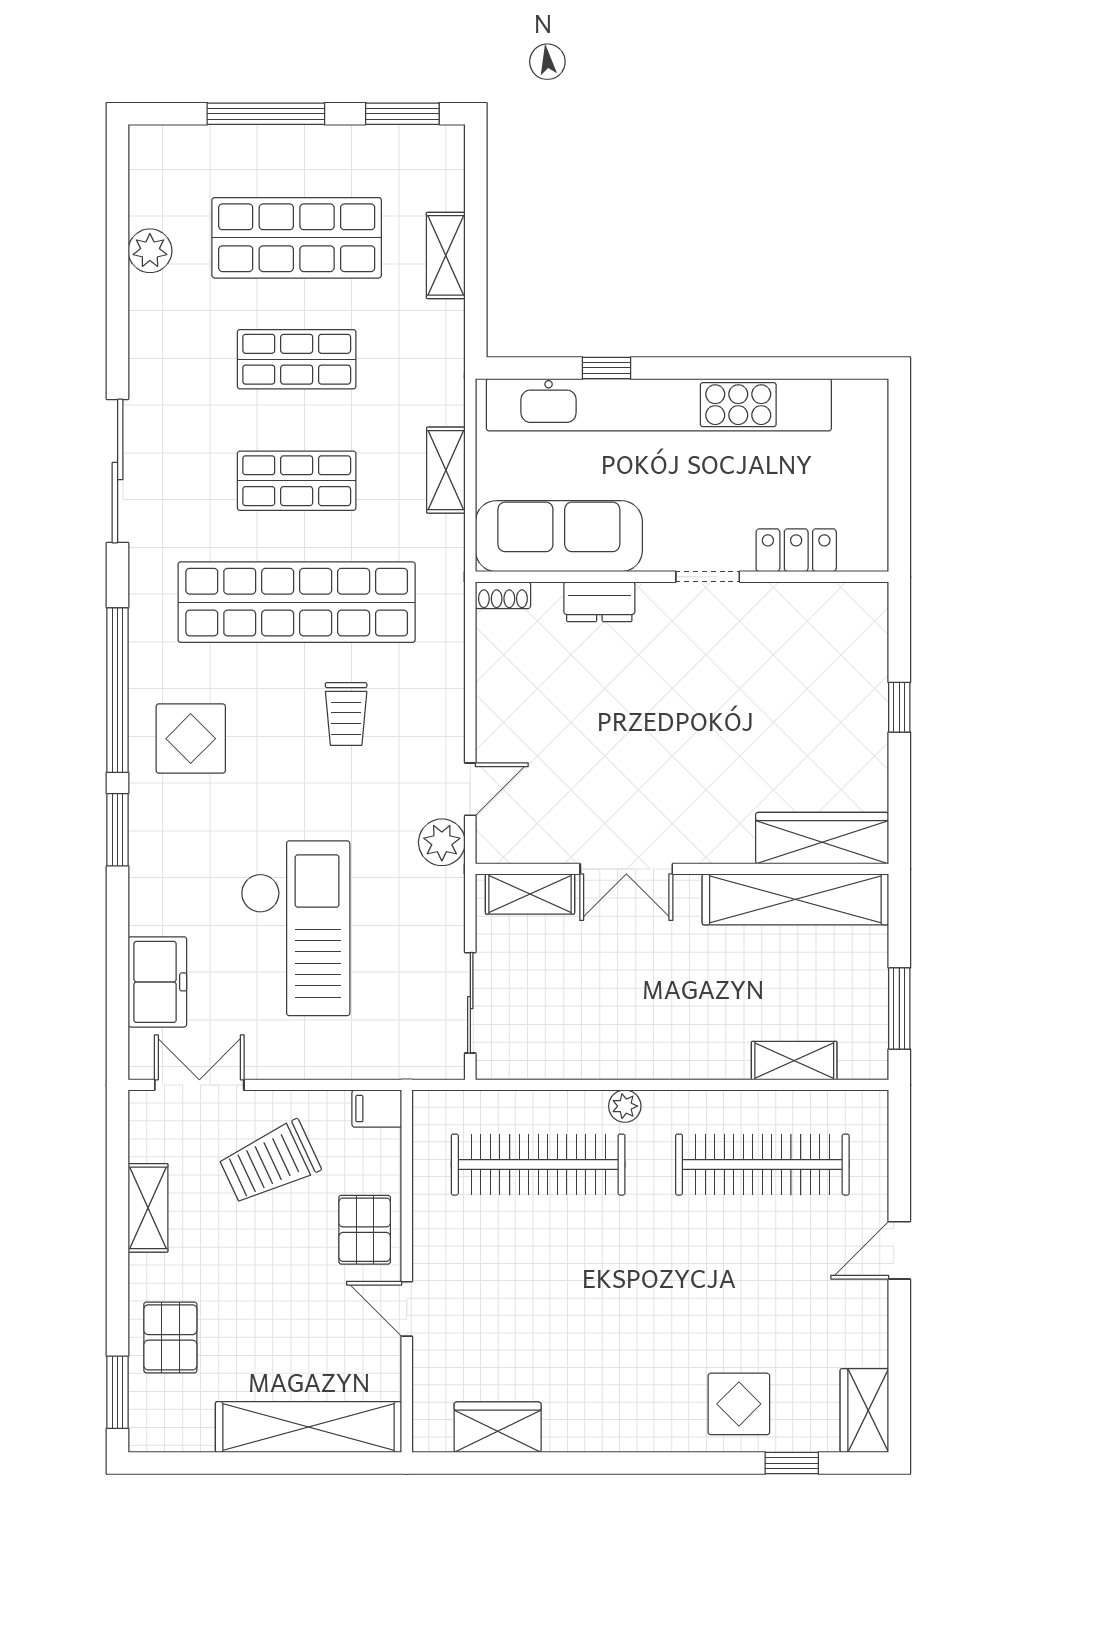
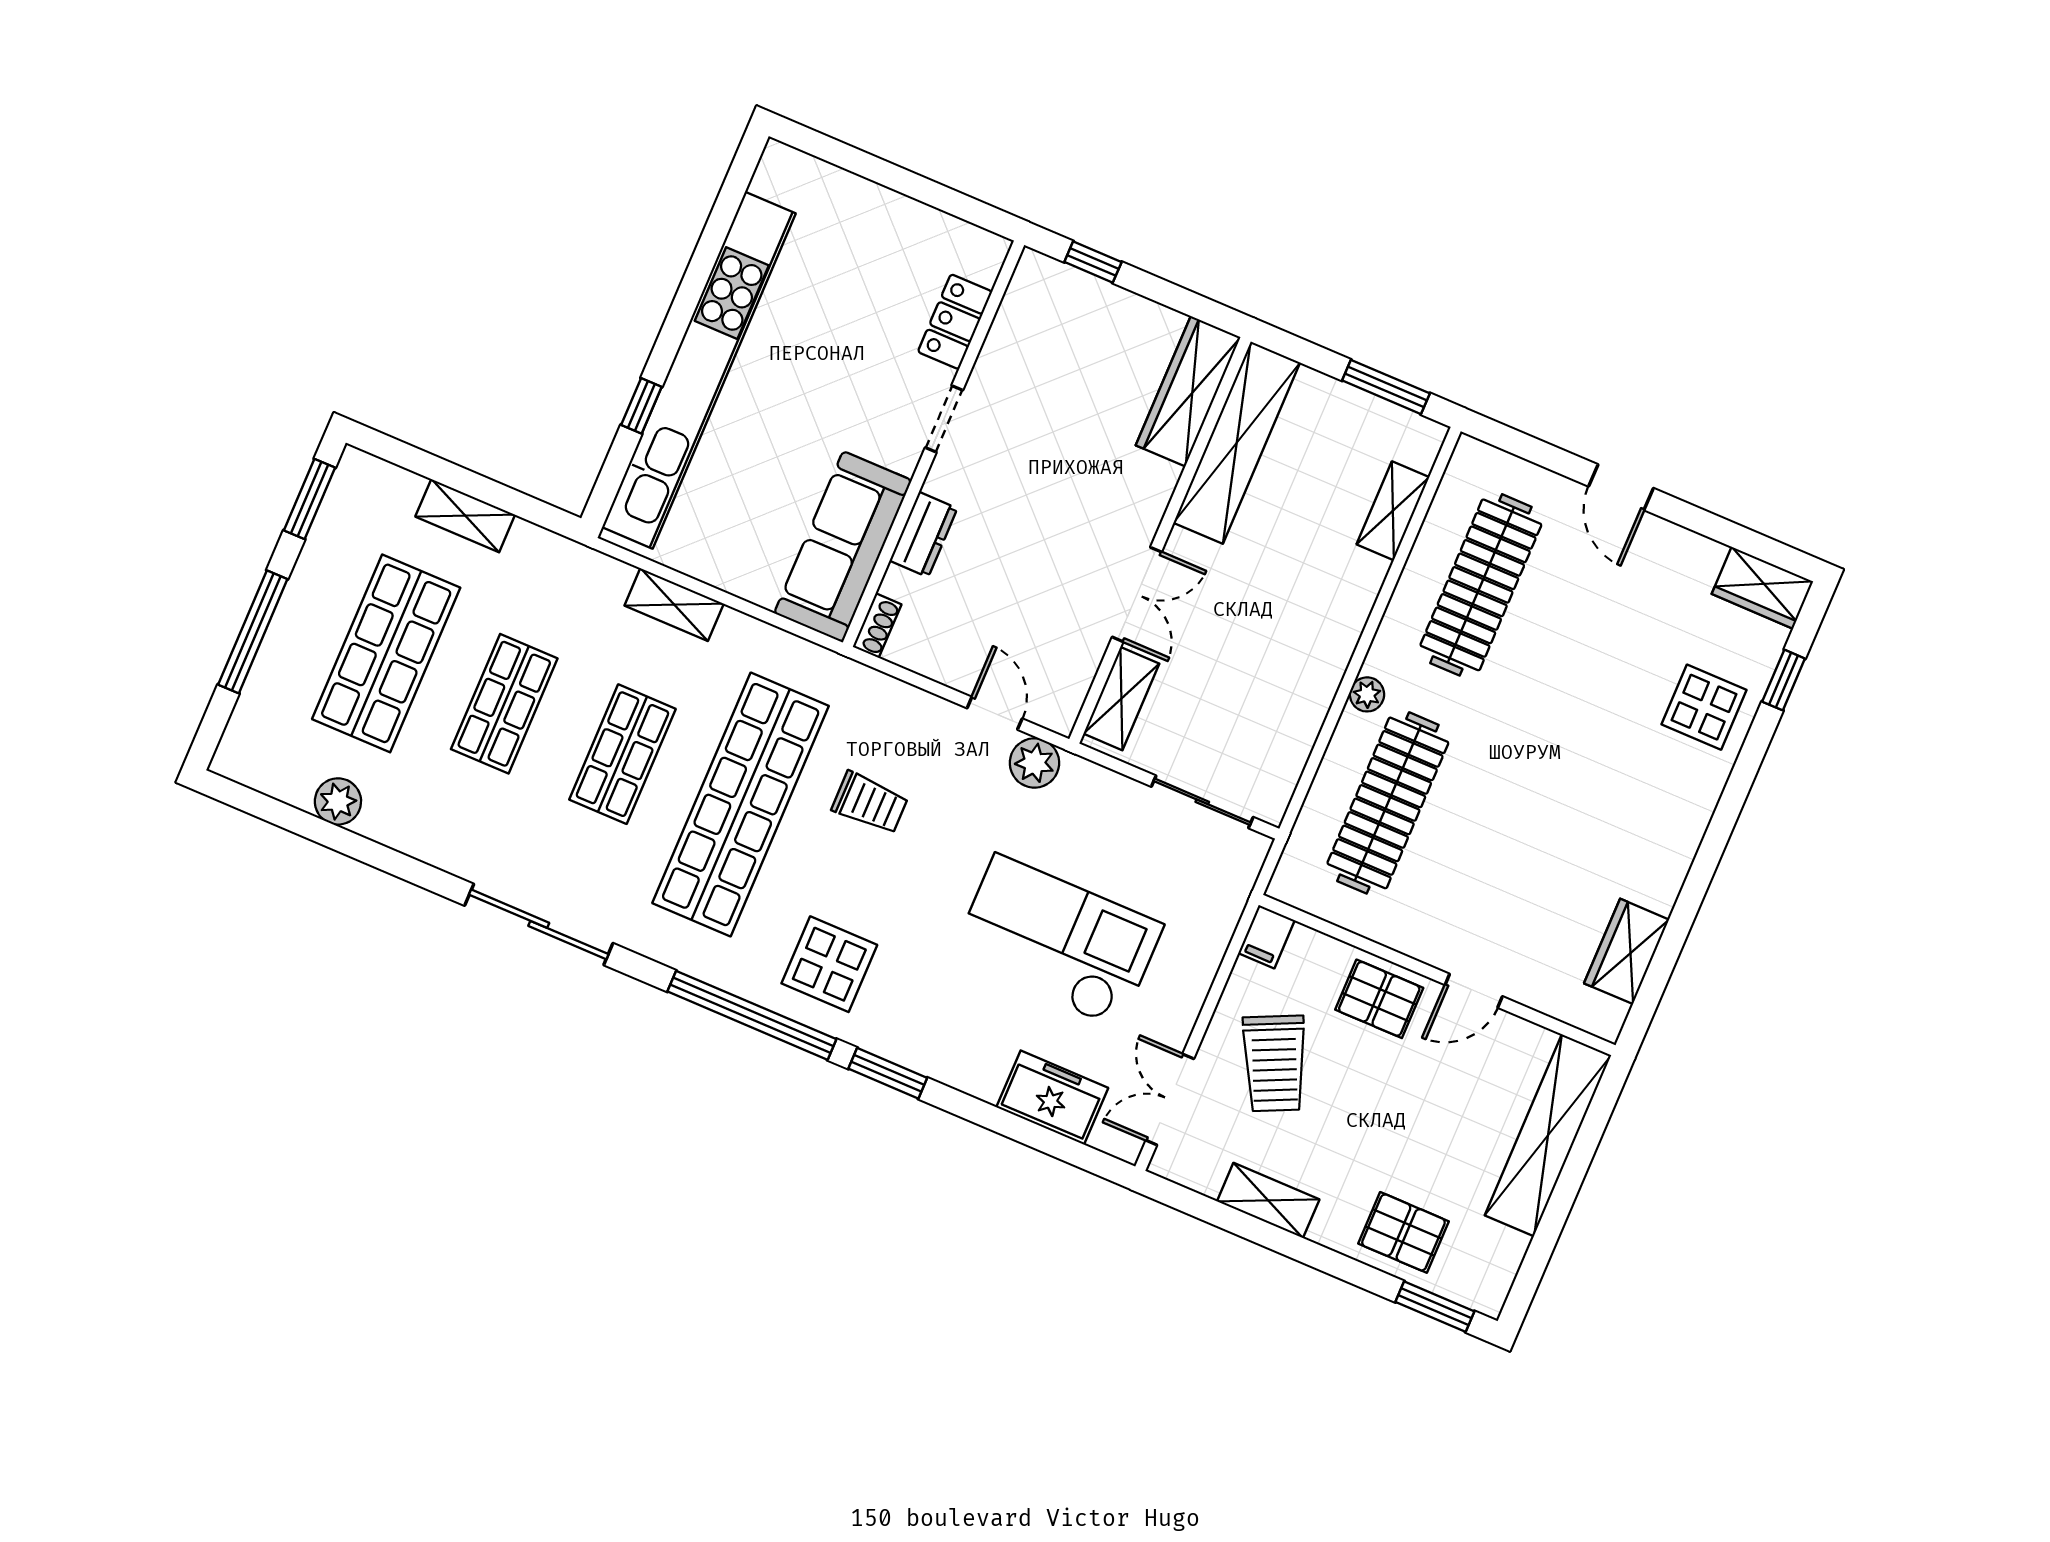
sofa: (559, 536) -> (843, 547), moved
locker: (796, 550) -> (955, 322), moved
wall: (682, 577) -> (933, 444), moved
doorway: (708, 577) -> (944, 419), moved
shoe rack: (503, 595) -> (877, 626), moved
dresser: (599, 602) -> (923, 535), moved

